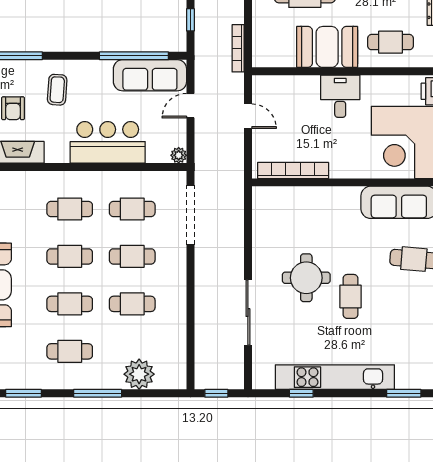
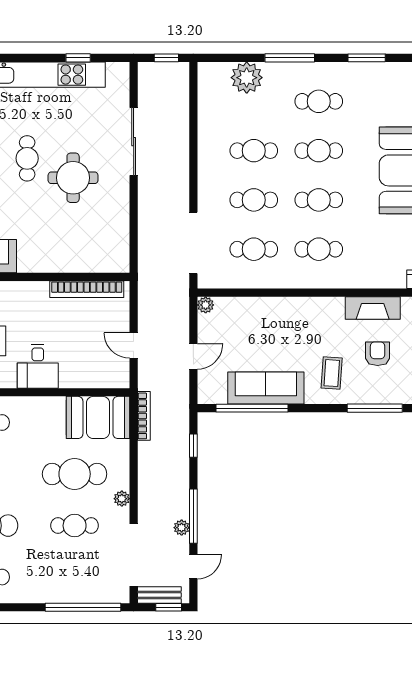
booth: (327, 47) -> (98, 417), moved
sofa: (150, 75) -> (266, 388), moved
bar counter: (108, 142) -> (279, 318), removed

